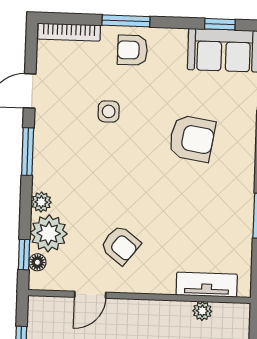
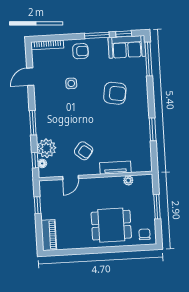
window: (126, 21) -> (97, 35), moved
armchair: (132, 50) -> (80, 51), turned 180
window: (28, 152) -> (33, 123), moved
plant: (41, 202) -> (41, 133), removed
tv unit: (207, 285) -> (115, 168), moved

